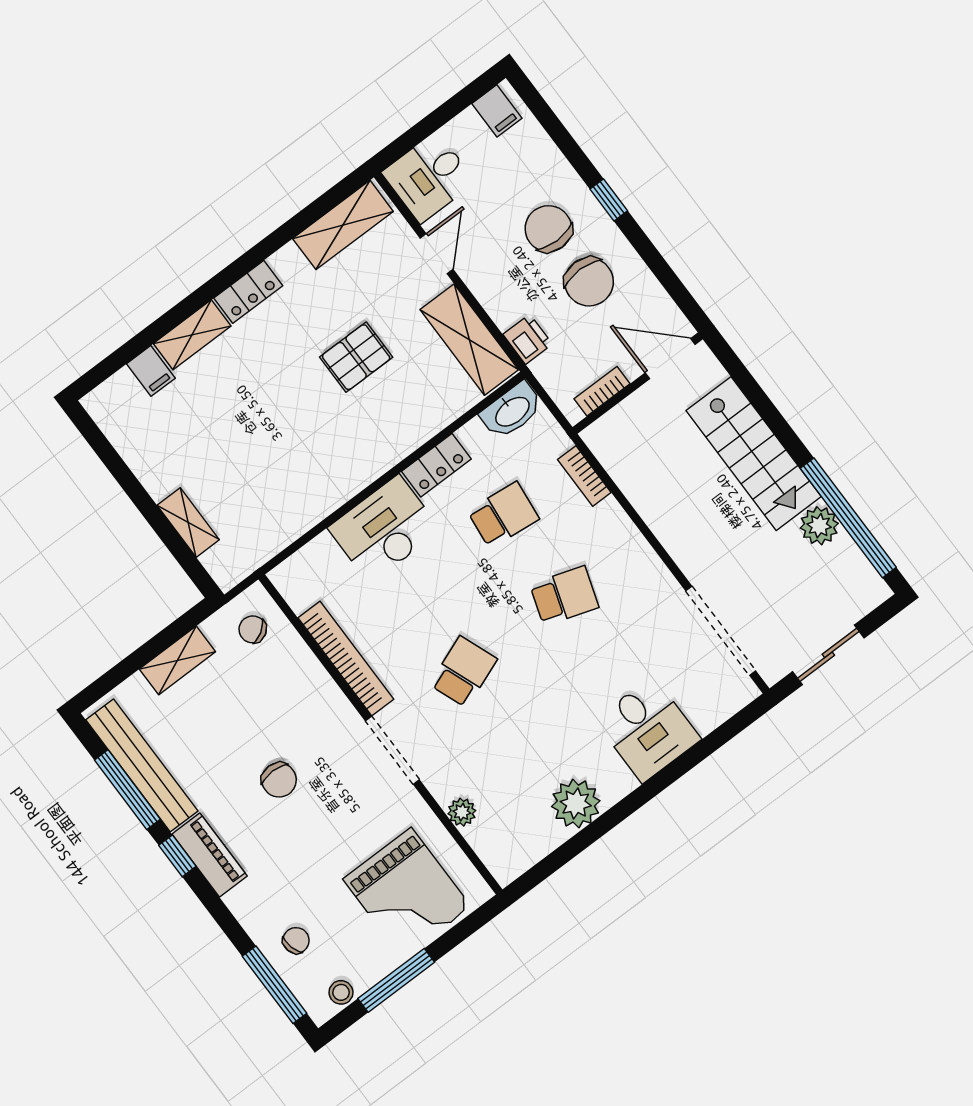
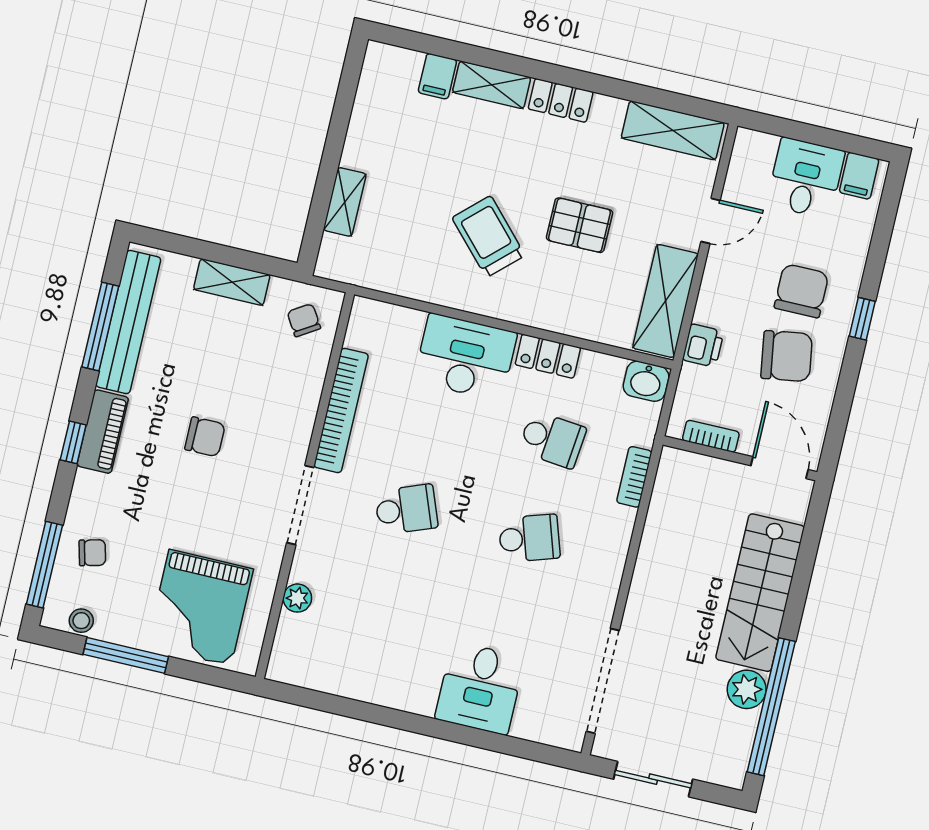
desk: (429, 177) -> (806, 178), moved, turned 90
chair: (589, 282) -> (787, 356), turned -99
washbasin: (512, 411) -> (646, 381), width x0.72
trolley: (307, 434) -> (489, 237), added
school desk: (564, 596) -> (529, 538), turned -36
chair: (279, 780) -> (205, 437), turned -90
plant: (576, 804) -> (377, 680), removed
window: (177, 856) -> (73, 442), moved

